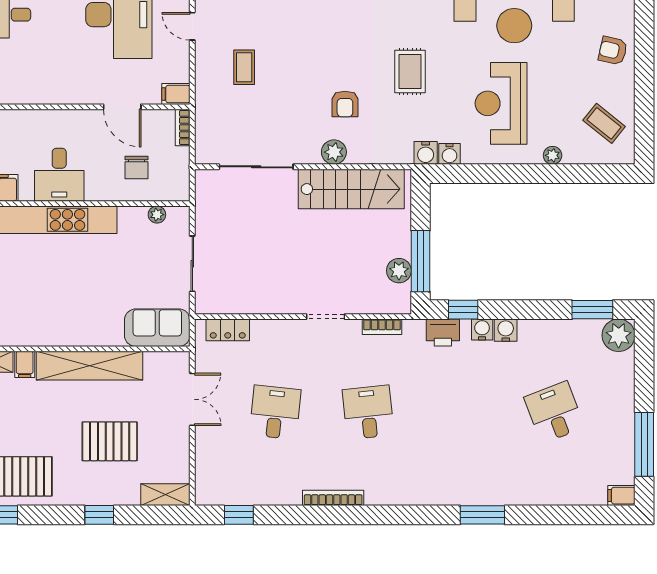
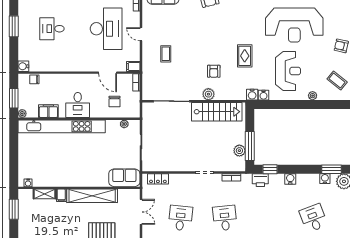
reception desk: (501, 103) -> (288, 71), turned 180
water cooler: (482, 329) -> (325, 179), moved

